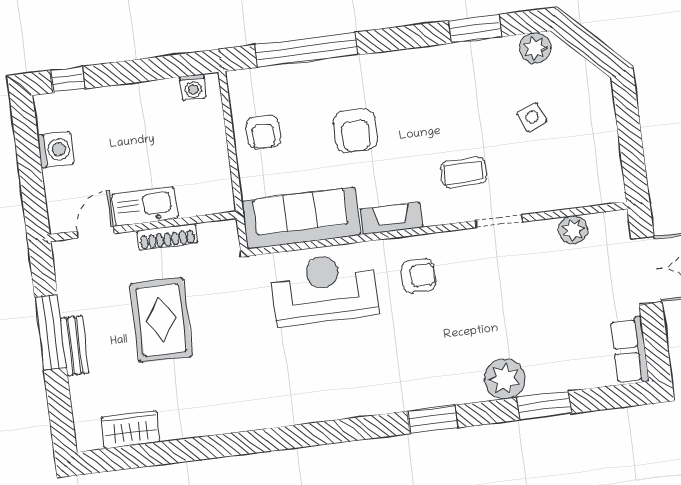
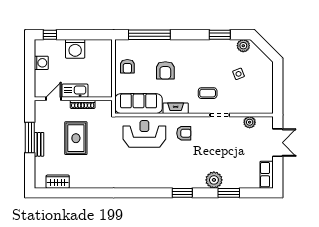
washing machine: (193, 87) -> (75, 49), moved, width x1.89, depth x1.89

